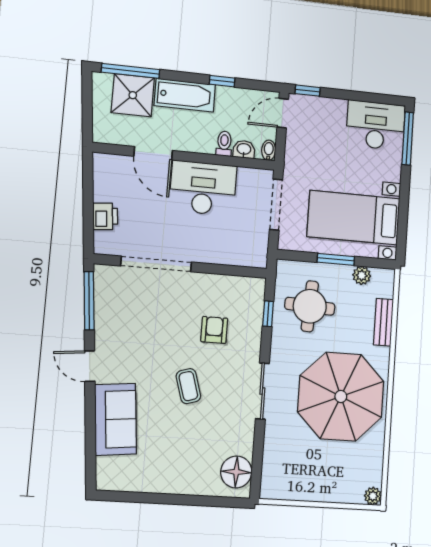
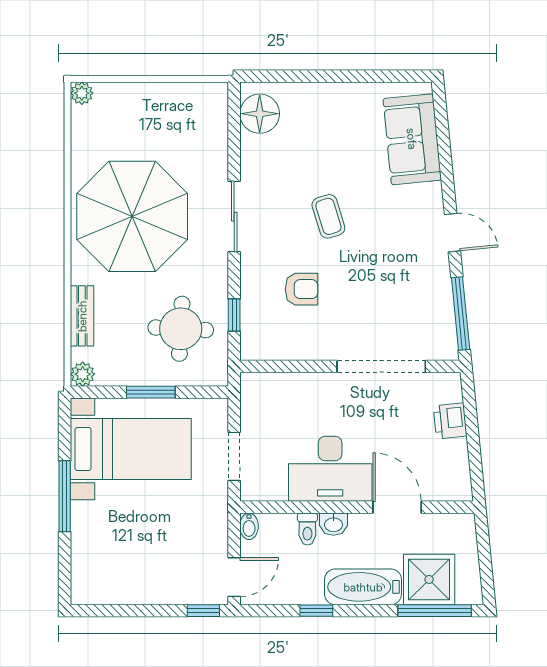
desk: (376, 125) -> (109, 574), removed
window: (408, 138) -> (65, 496), moved
washbasin: (244, 149) -> (333, 524), moved
doorway: (276, 205) -> (234, 456), width x0.73
plant: (362, 275) -> (83, 374), moved
armchair: (214, 330) -> (301, 289), turned -90
sofa: (115, 419) -> (412, 139), moved

